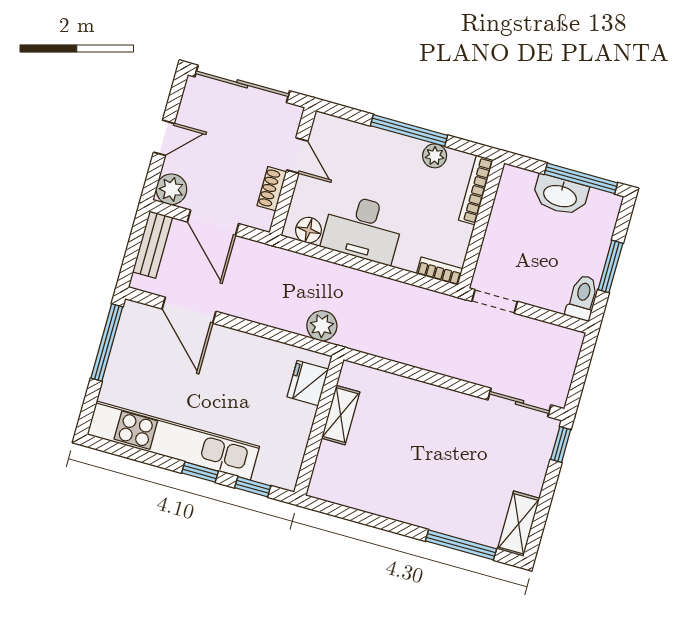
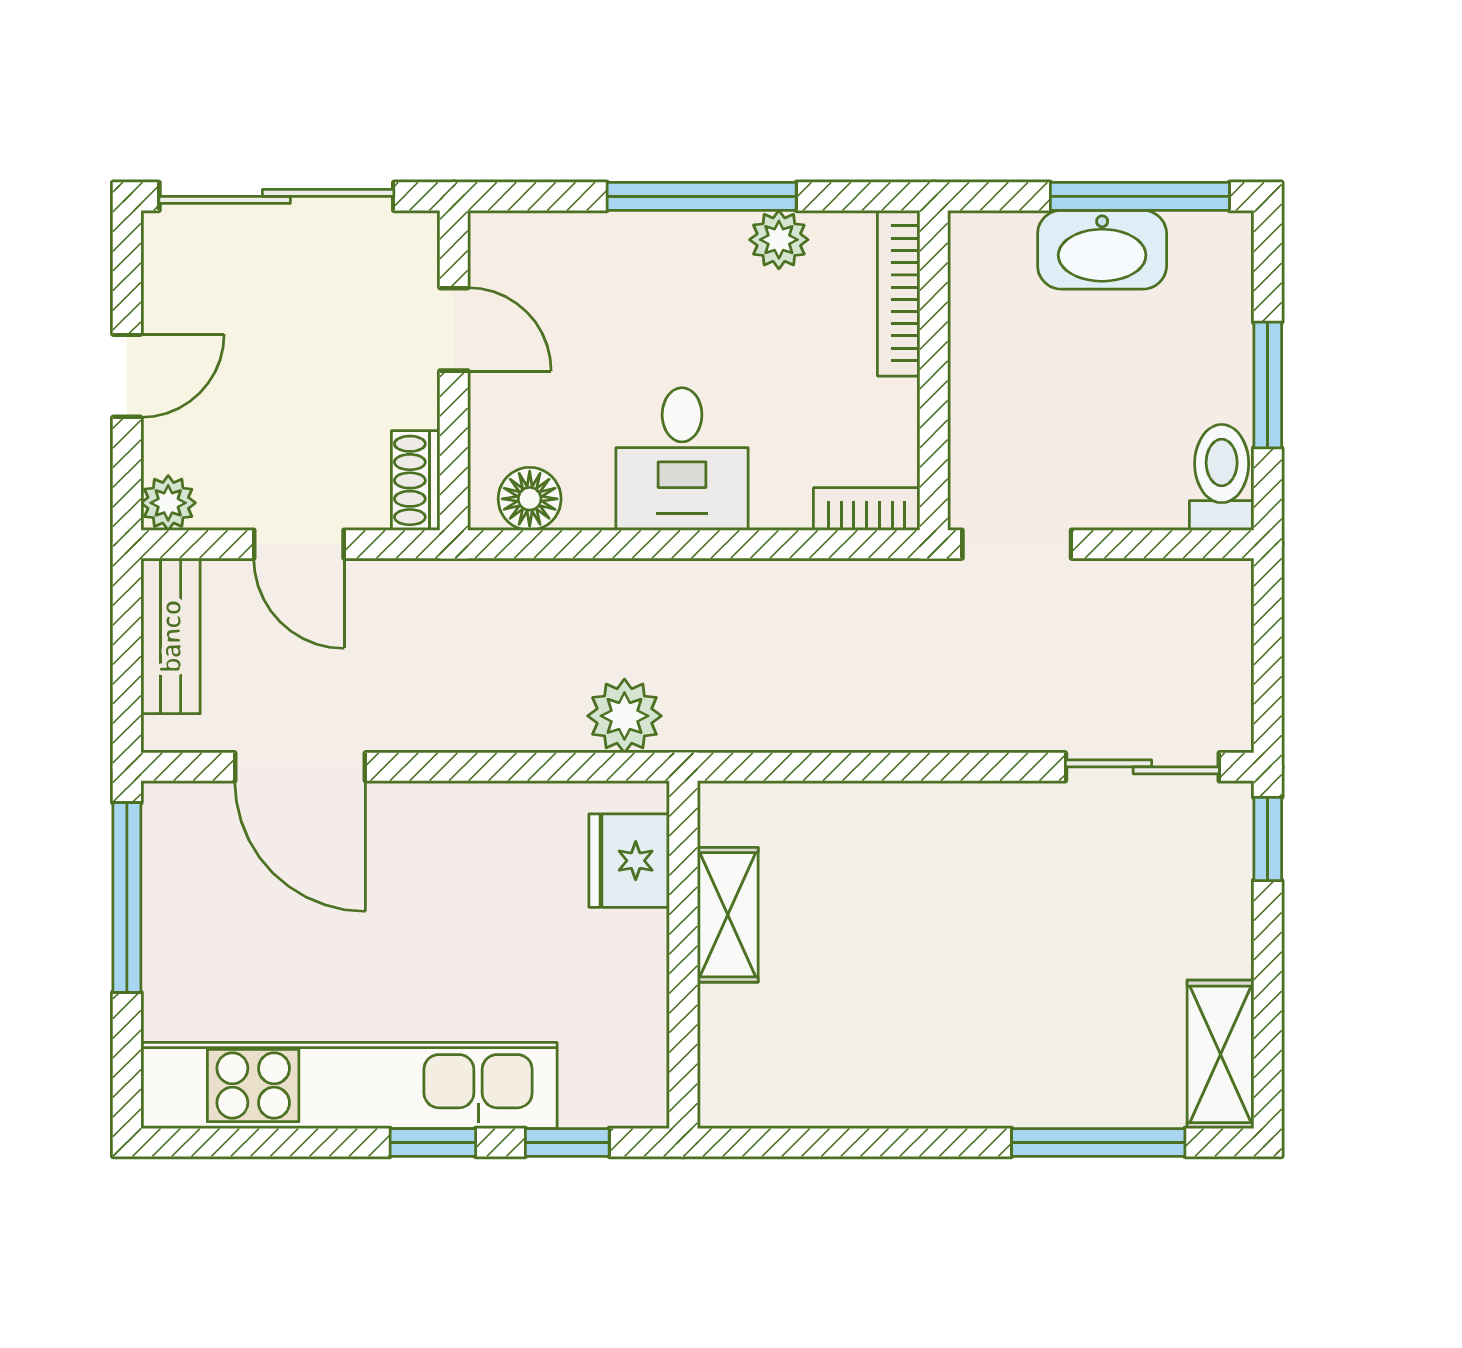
plant: (171, 189) -> (168, 503), width x0.73, depth x0.73
shoe rack: (272, 189) -> (416, 480), moved
door: (213, 223) -> (299, 544), width x0.73
desk: (363, 229) -> (682, 459), width x0.73

